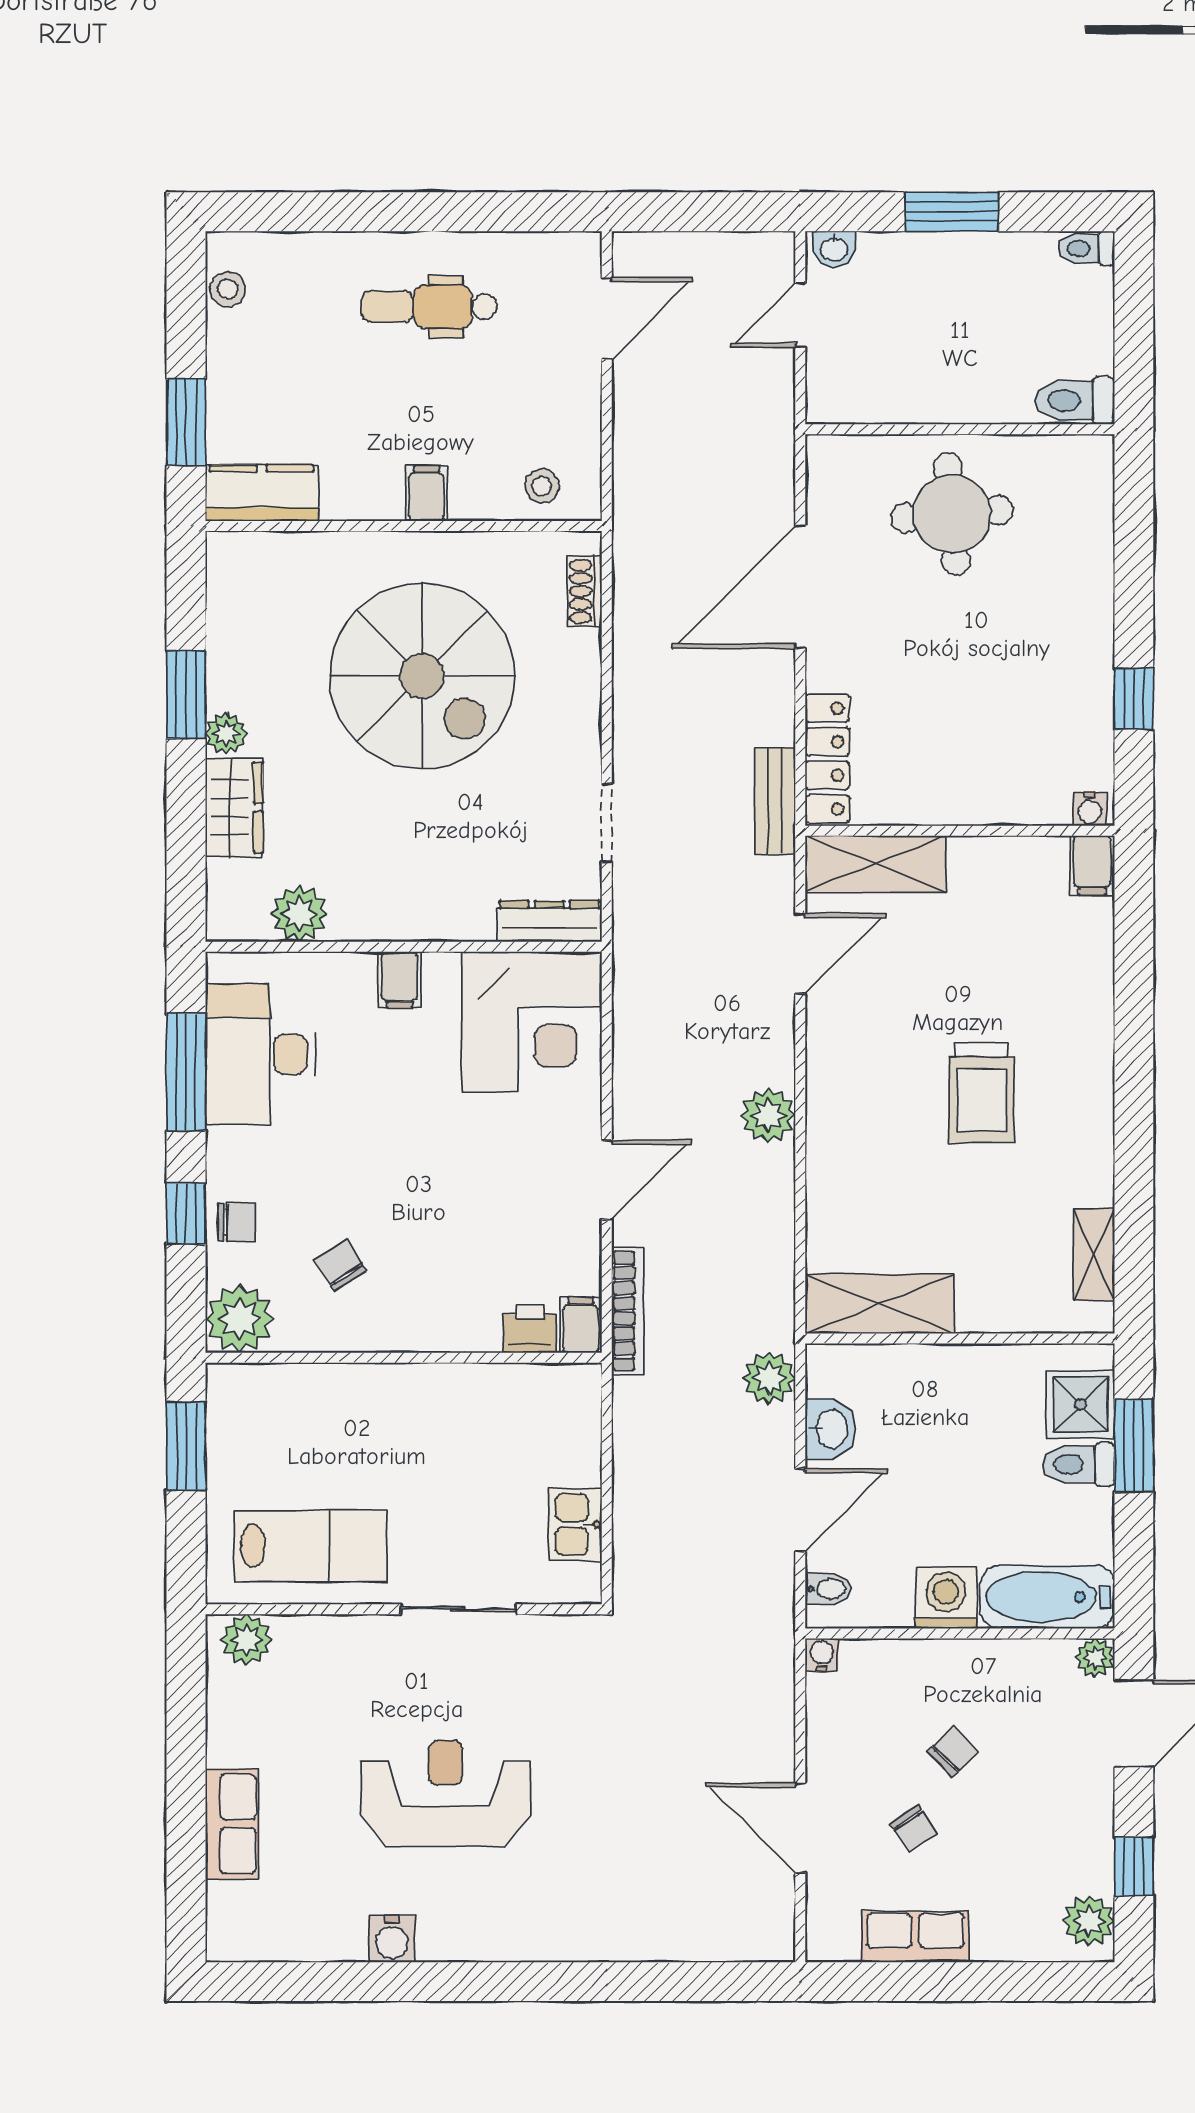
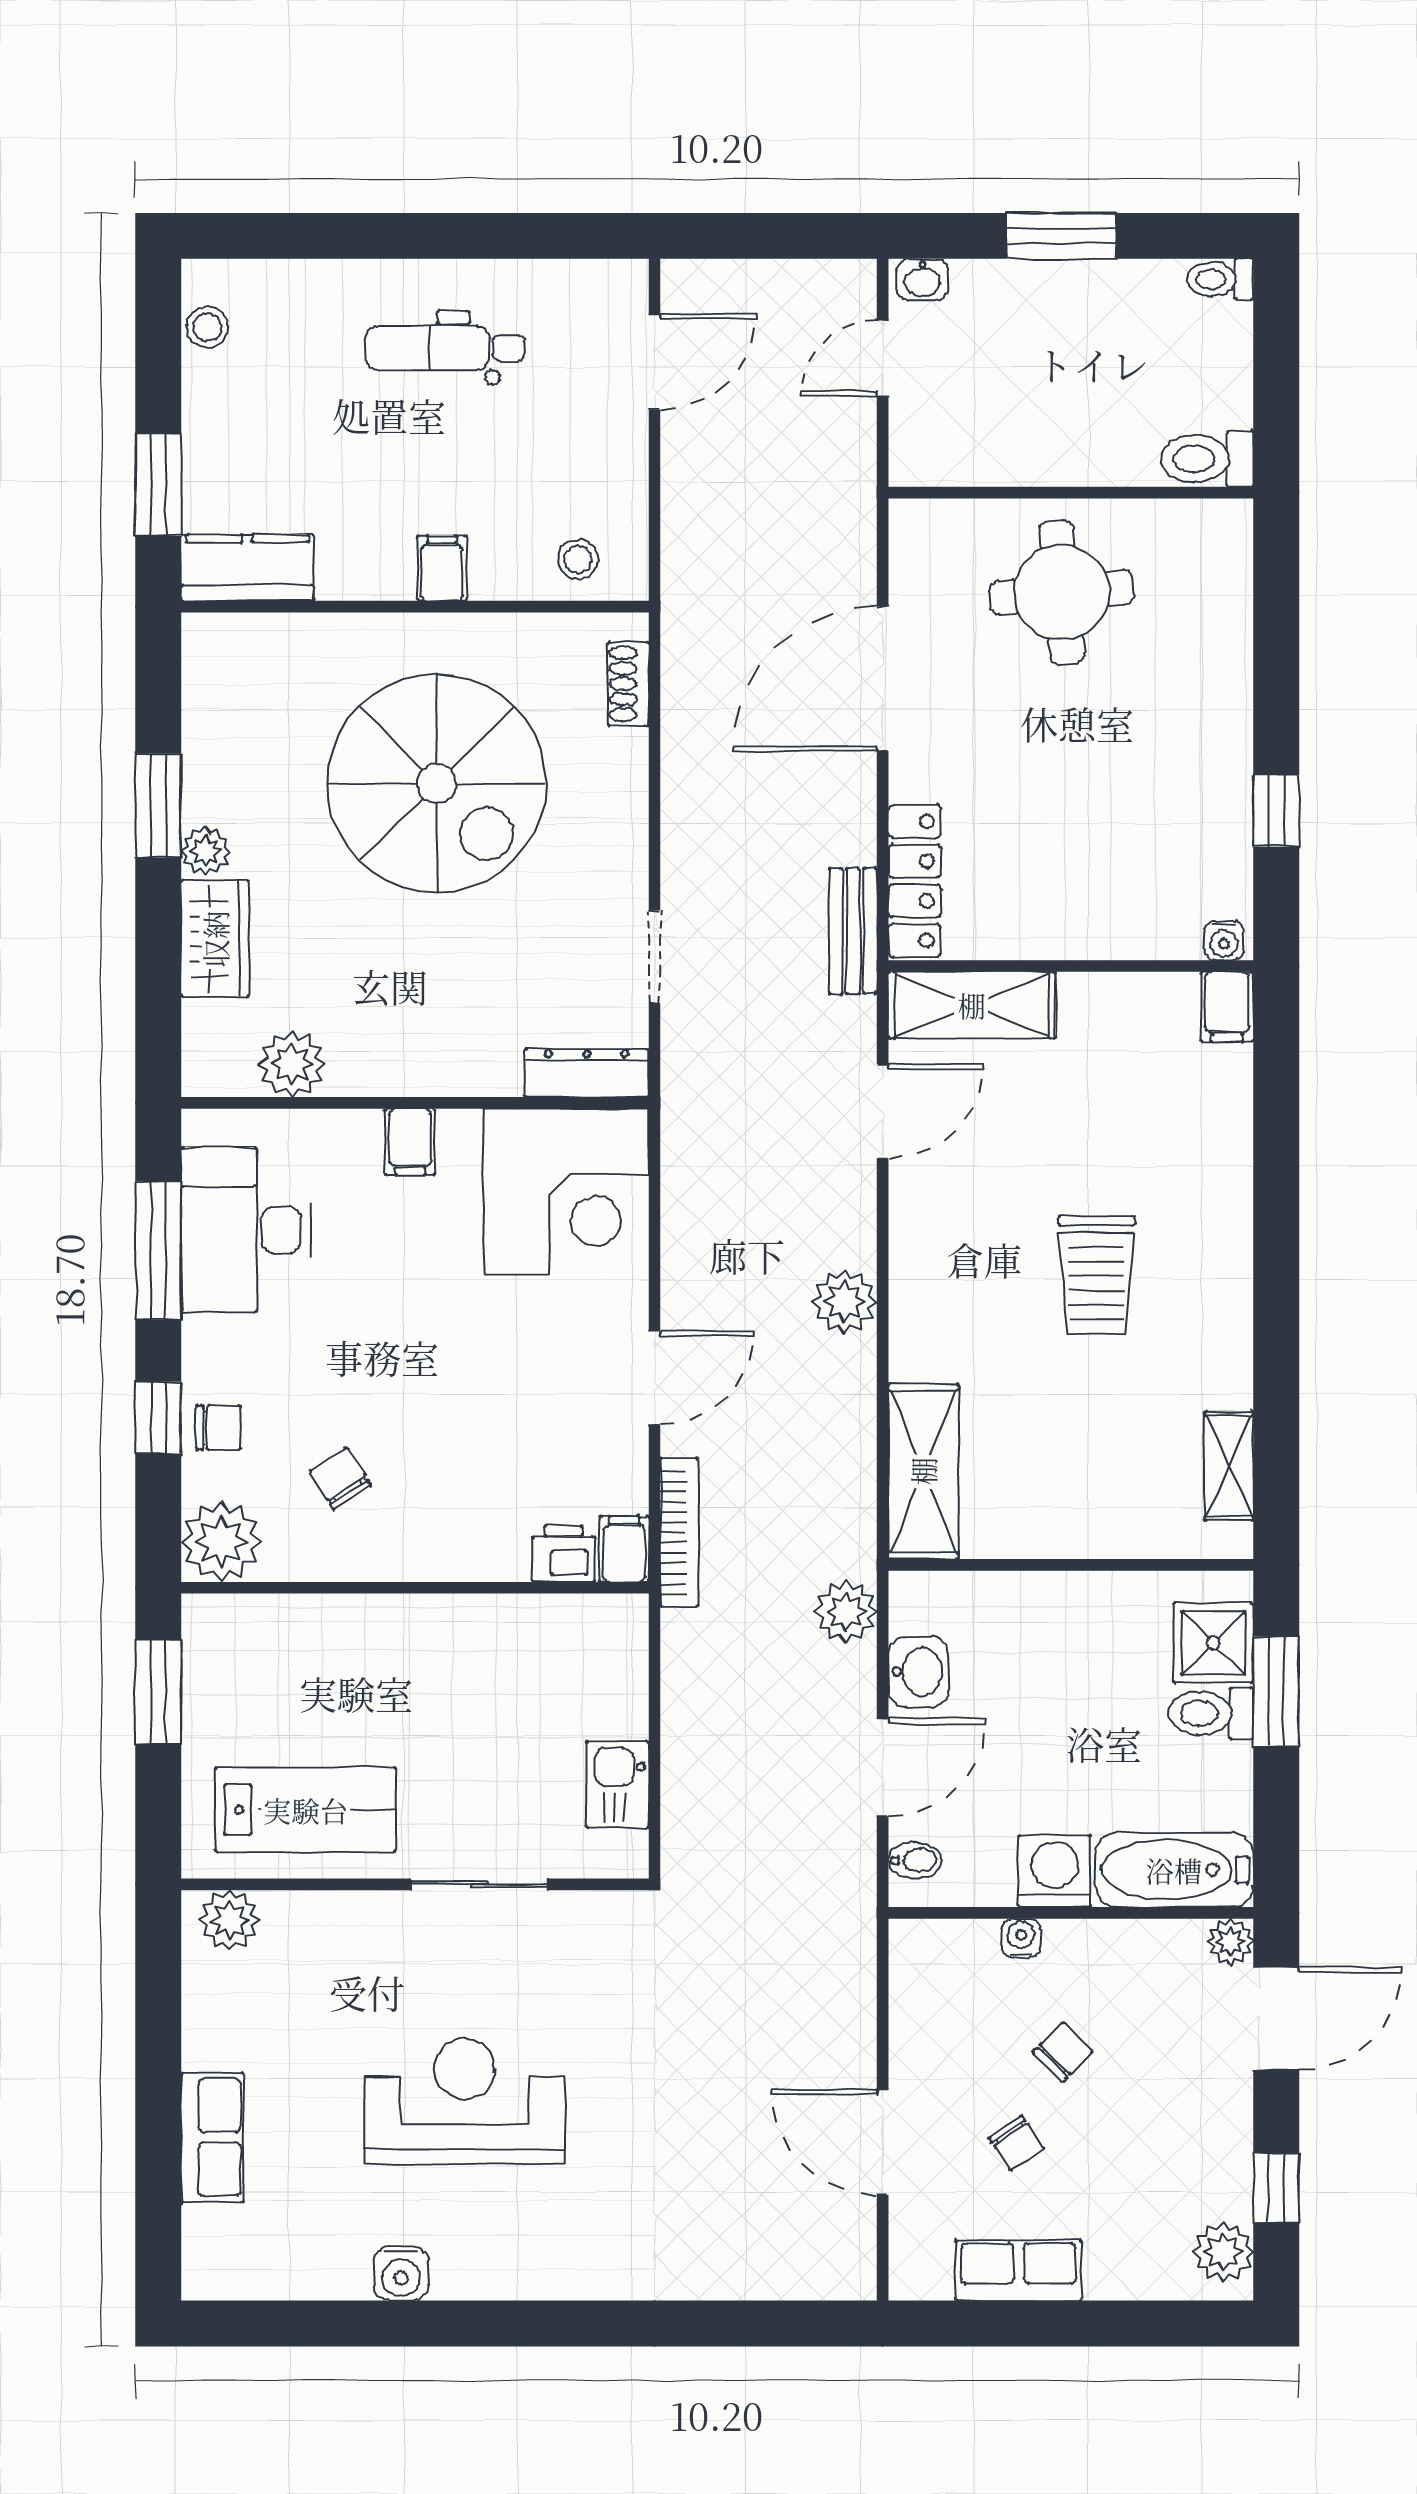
shelving: (879, 1304) -> (923, 1471), moved, turned 90
water cooler: (822, 1655) -> (1021, 1938), moved

